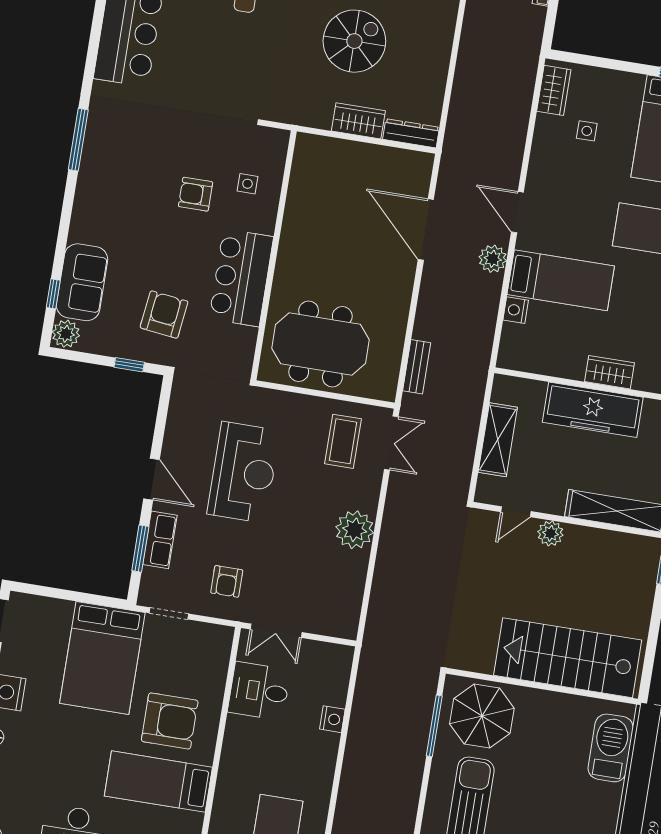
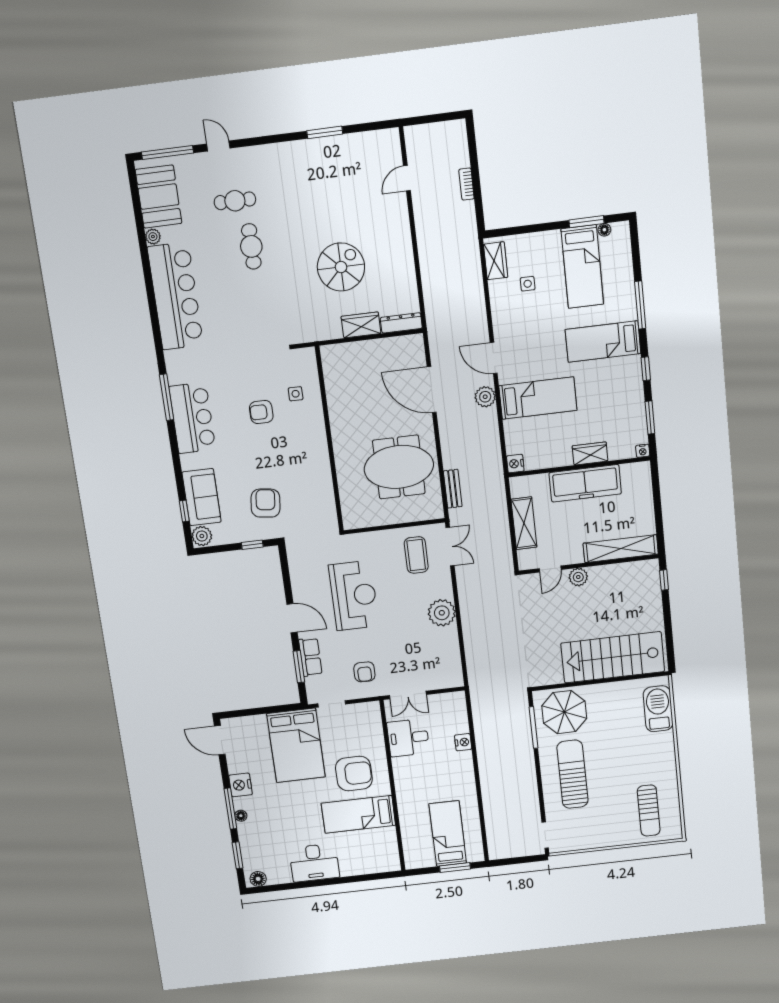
bar counter: (241, 278) -> (192, 418), moved, turned 180
nightstand: (516, 310) -> (515, 464), moved
meeting table: (320, 344) -> (399, 467), moved

